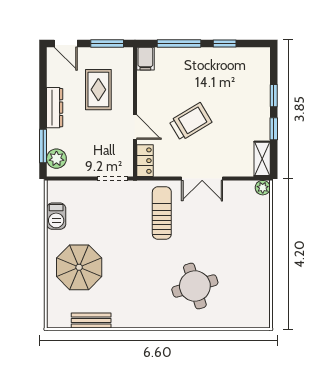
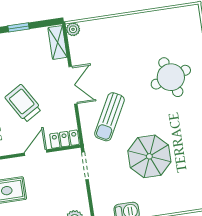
shelving: (262, 159) -> (58, 42), moved, turned 90
sun lounger: (162, 213) -> (110, 117), turned -62
parasol: (79, 267) -> (149, 156), moved

